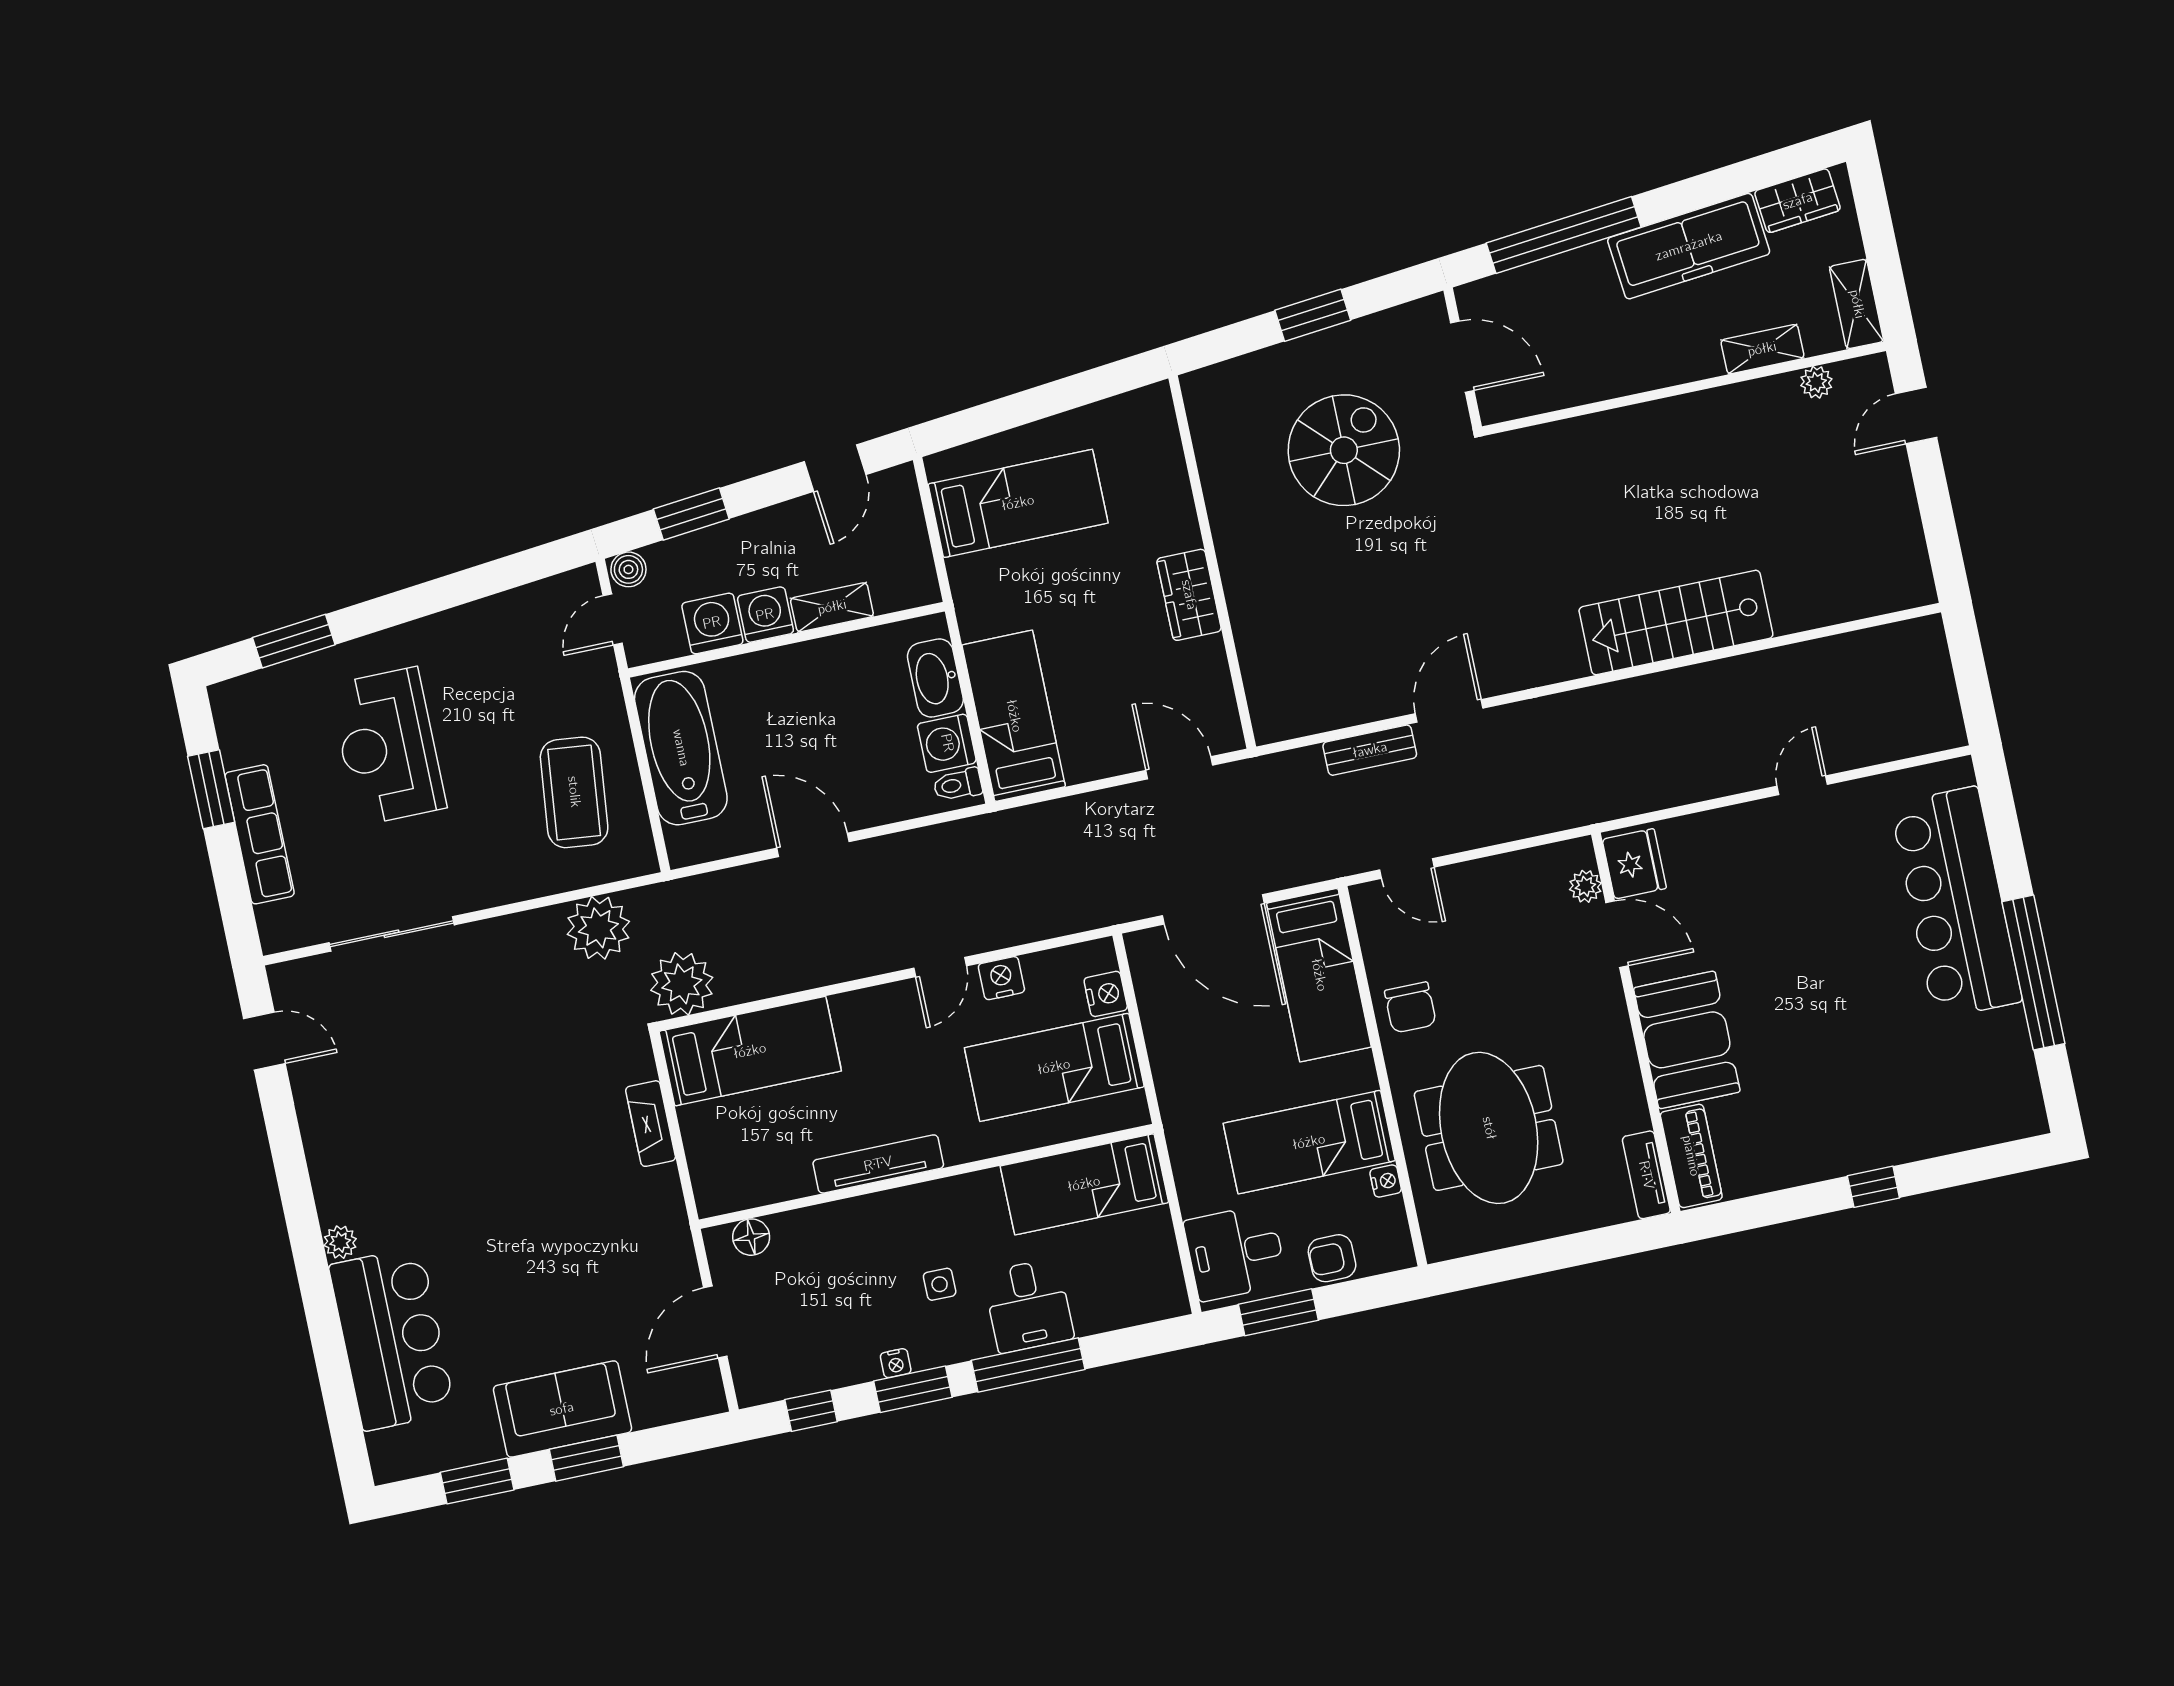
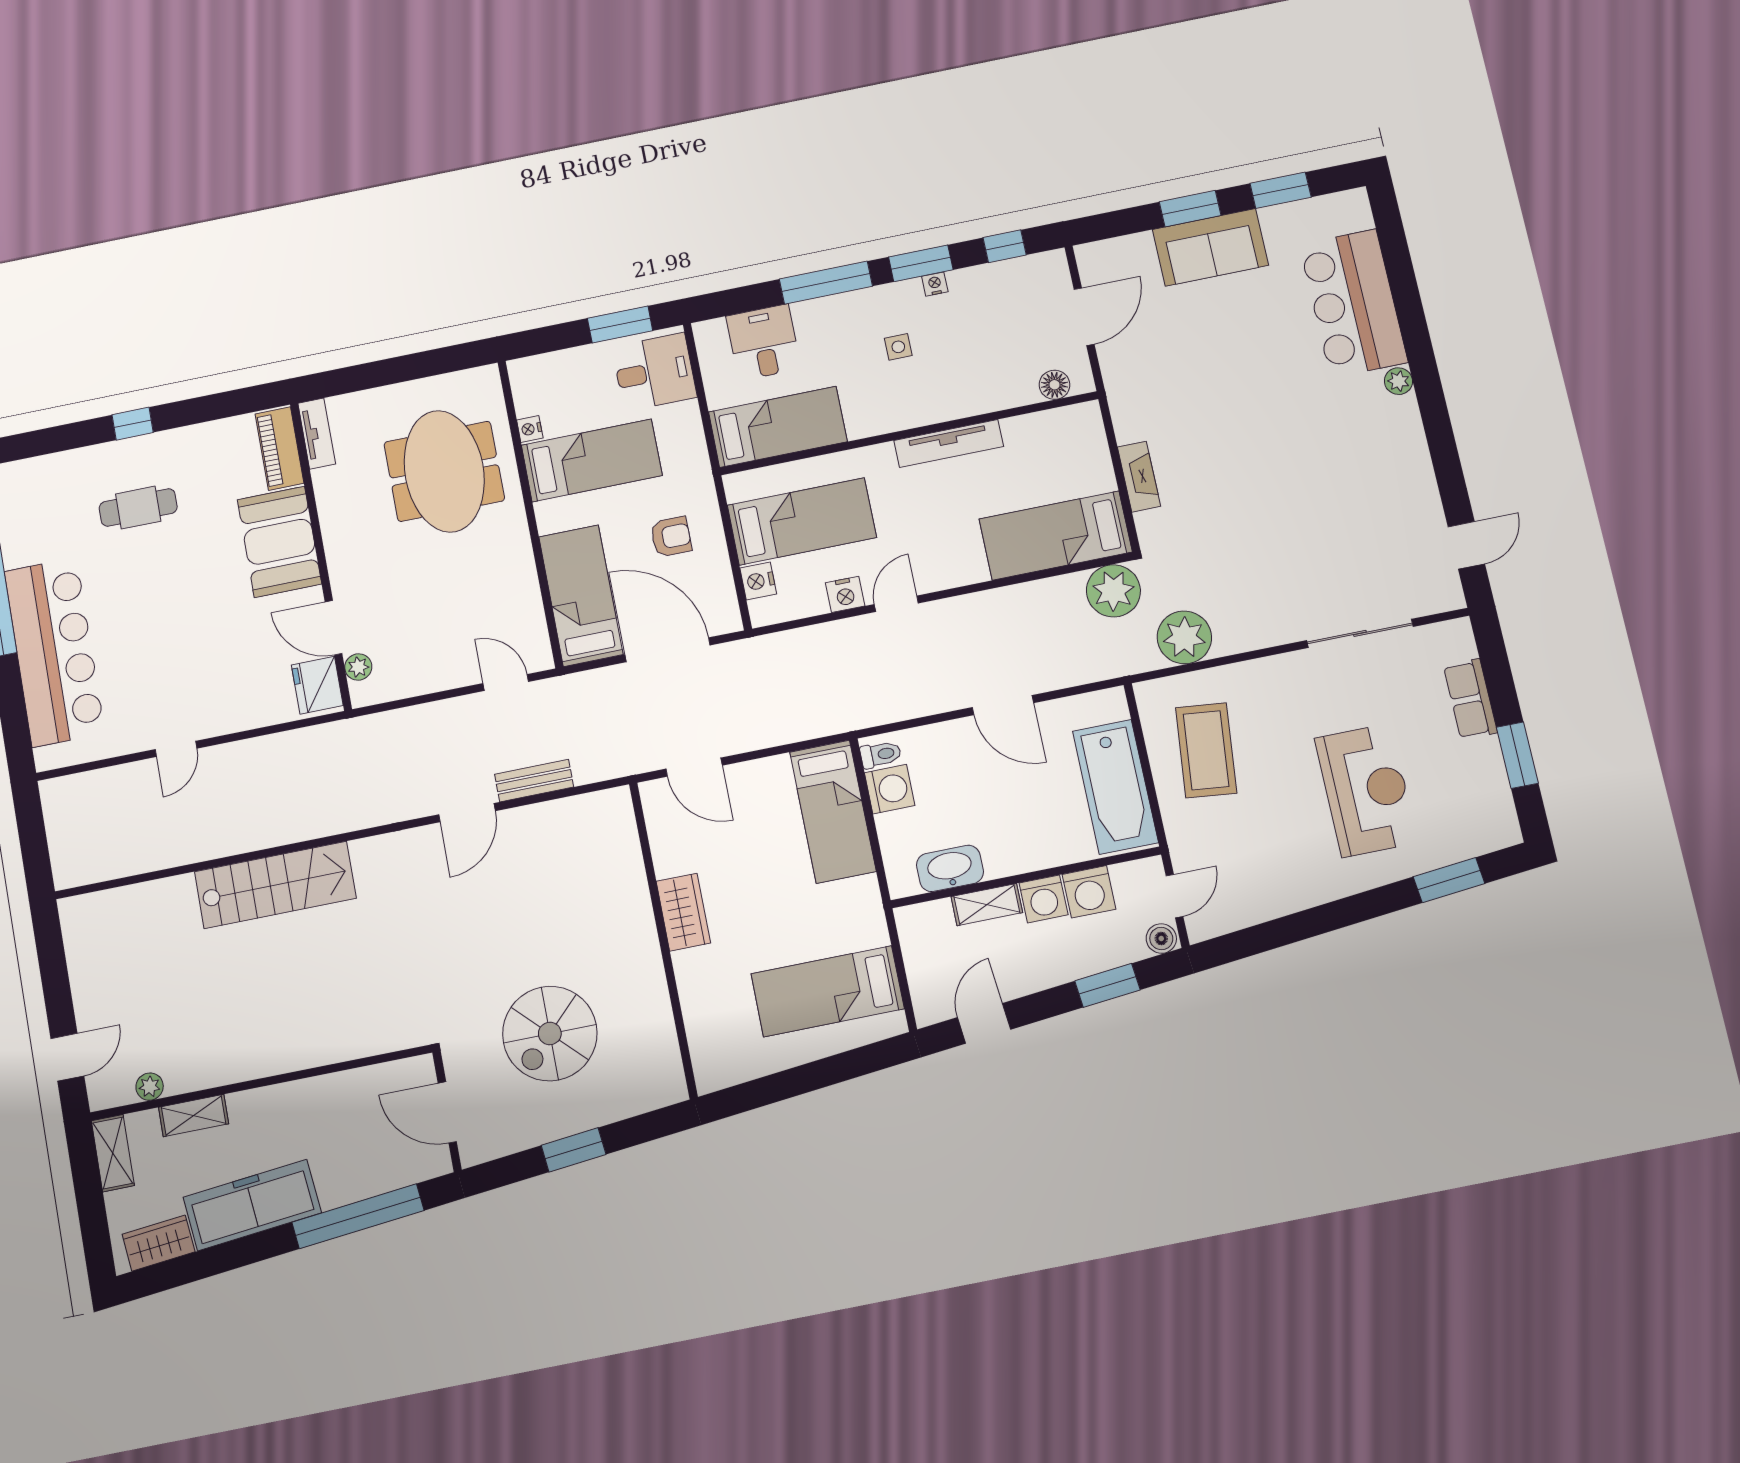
washbasin: (935, 678) -> (950, 868), moved, turned -90
row of seats: (260, 834) -> (1470, 699), width x0.68
chair: (1410, 1007) -> (506, 569), removed
door: (264, 1041) -> (1466, 545), swing flipped
cafe table: (1862, 1082) -> (138, 508), added
armchair: (1332, 1258) -> (671, 537), moved
desk: (1028, 1306) -> (764, 342), moved

